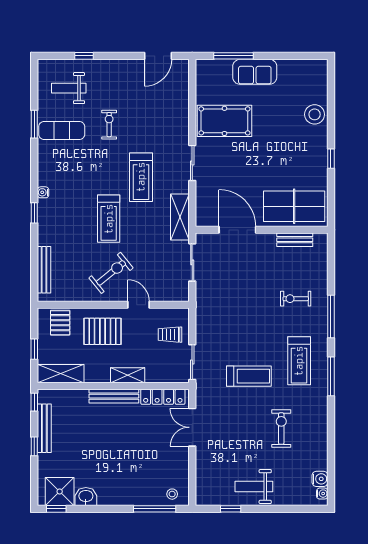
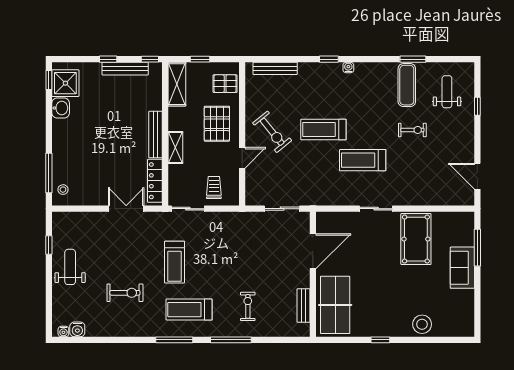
shelving: (180, 217) -> (325, 197), removed

